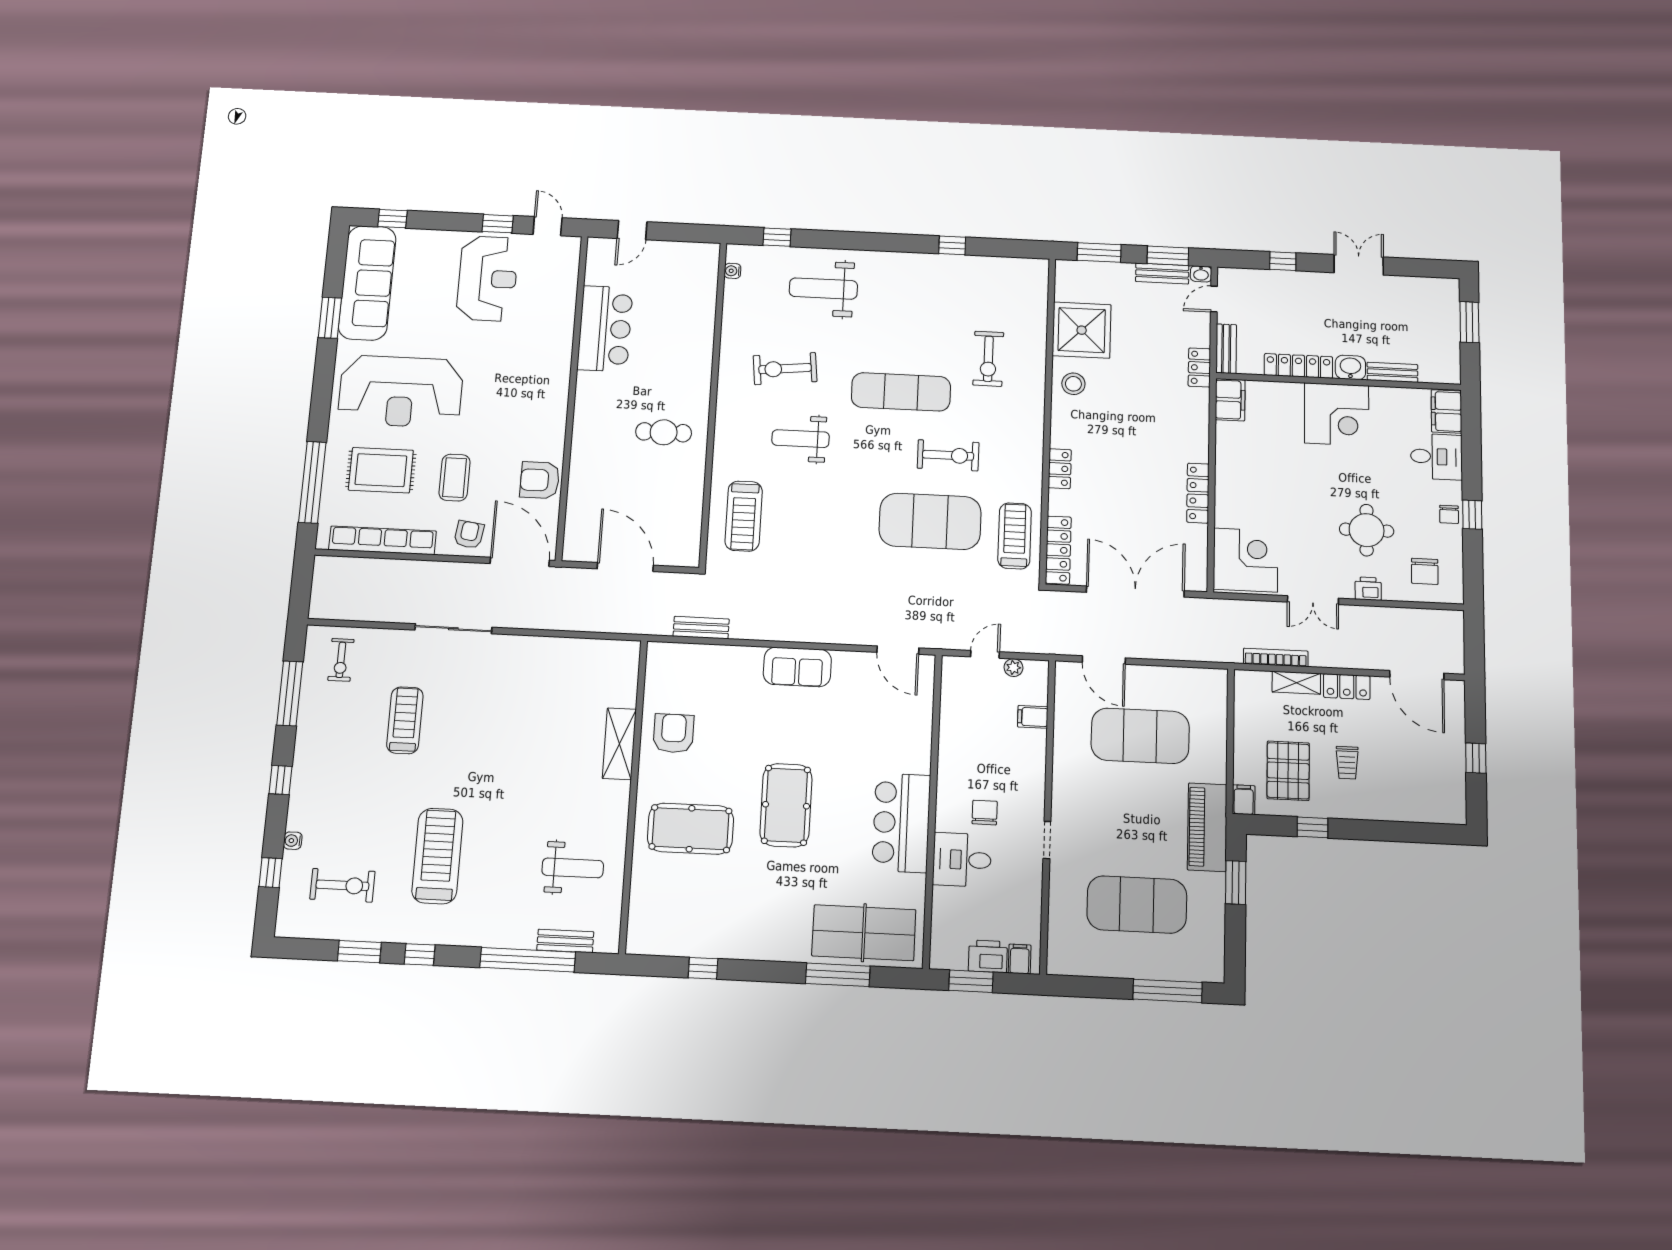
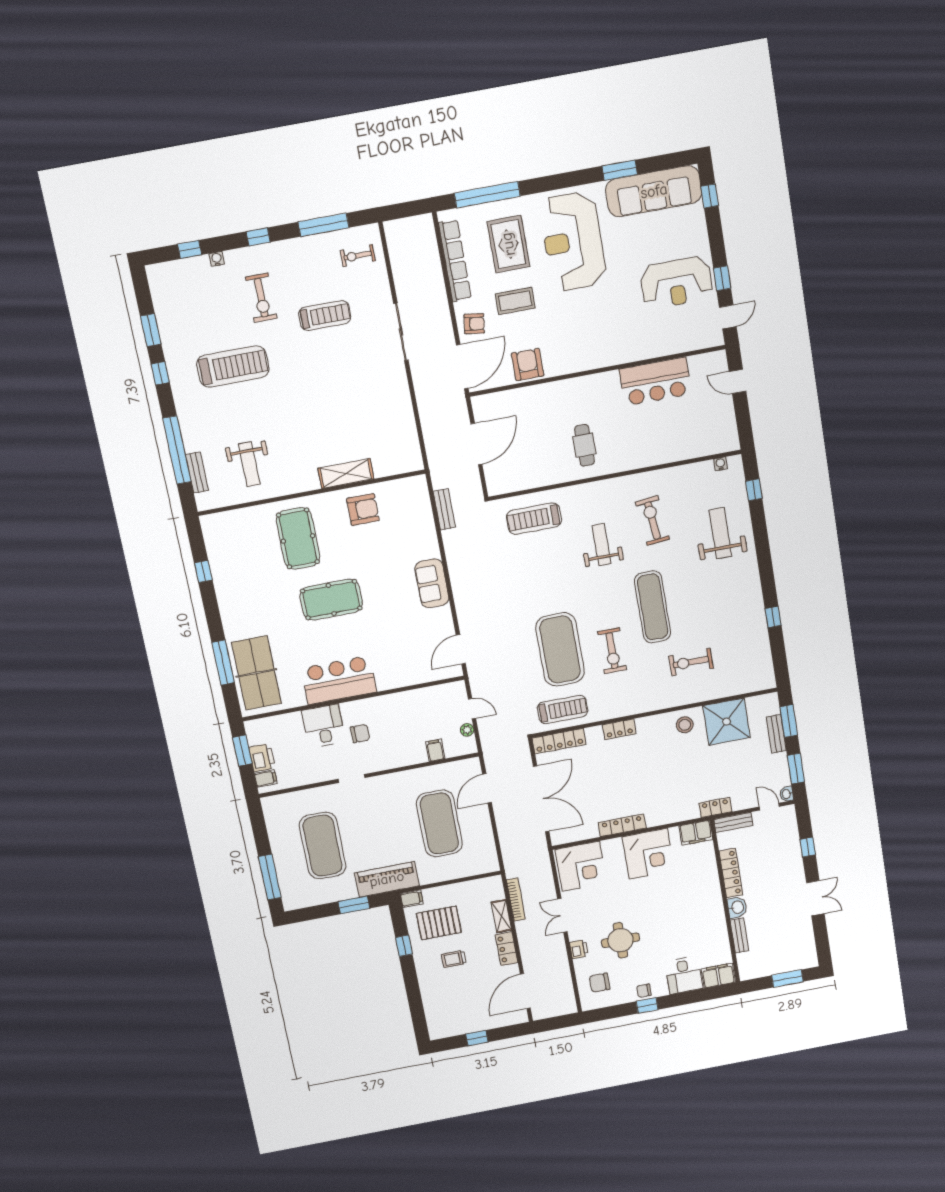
bench: (1162, 273) -> (776, 734), moved
corner desk: (1337, 414) -> (648, 854), moved, turned -90
exercise bike: (342, 885) -> (261, 298), moved

